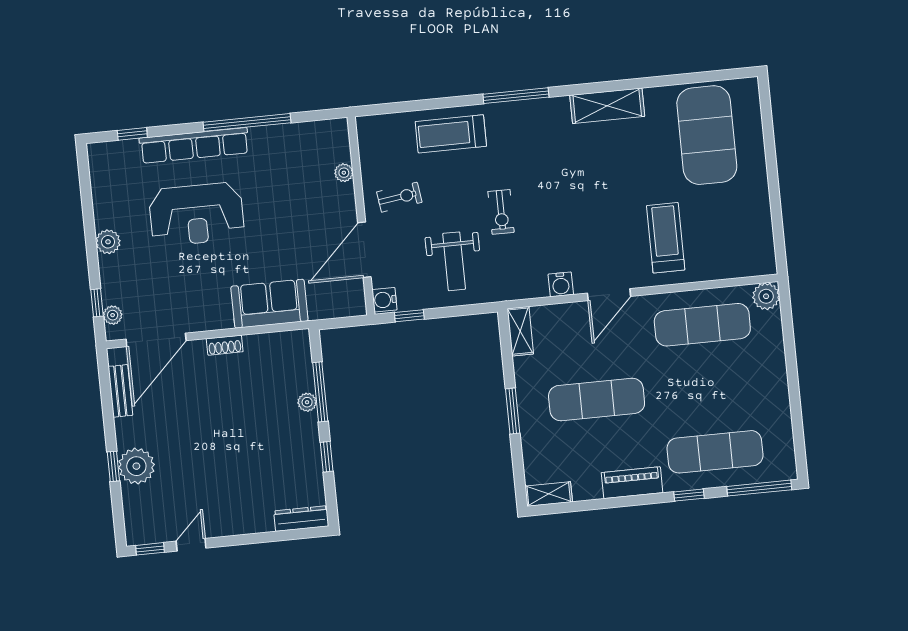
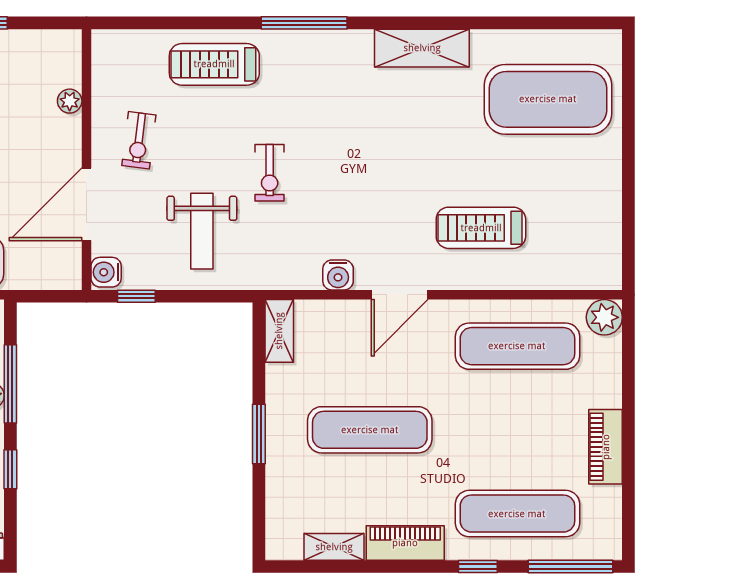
exercise mat: (707, 135) -> (548, 99), turned 90
exercise bike: (399, 197) -> (139, 140), turned 105
treadmill: (666, 238) -> (481, 228), turned -90
piano: (777, 395) -> (606, 447), added
shelving: (549, 494) -> (334, 547), moved

